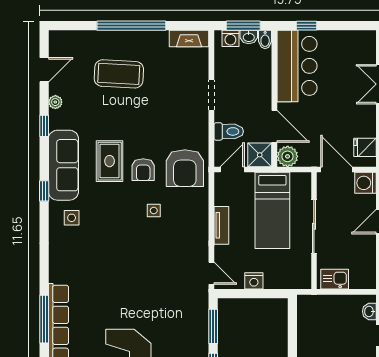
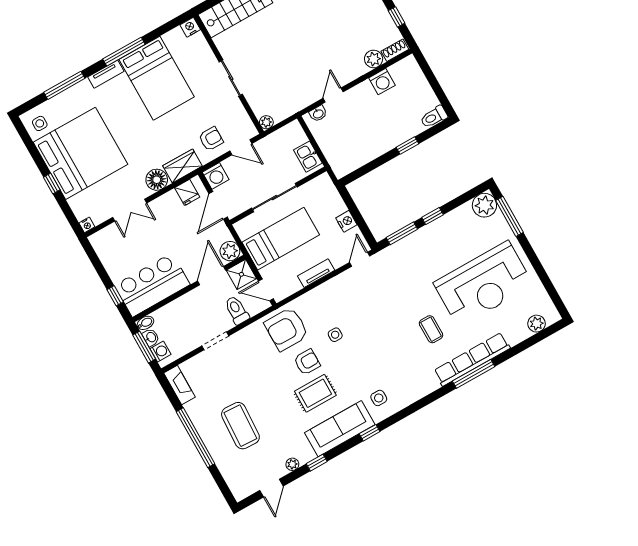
door: (44, 70) -> (271, 488), swing flipped
armchair: (185, 168) -> (286, 329), turned 180
coffee table: (108, 303) -> (431, 329), added

